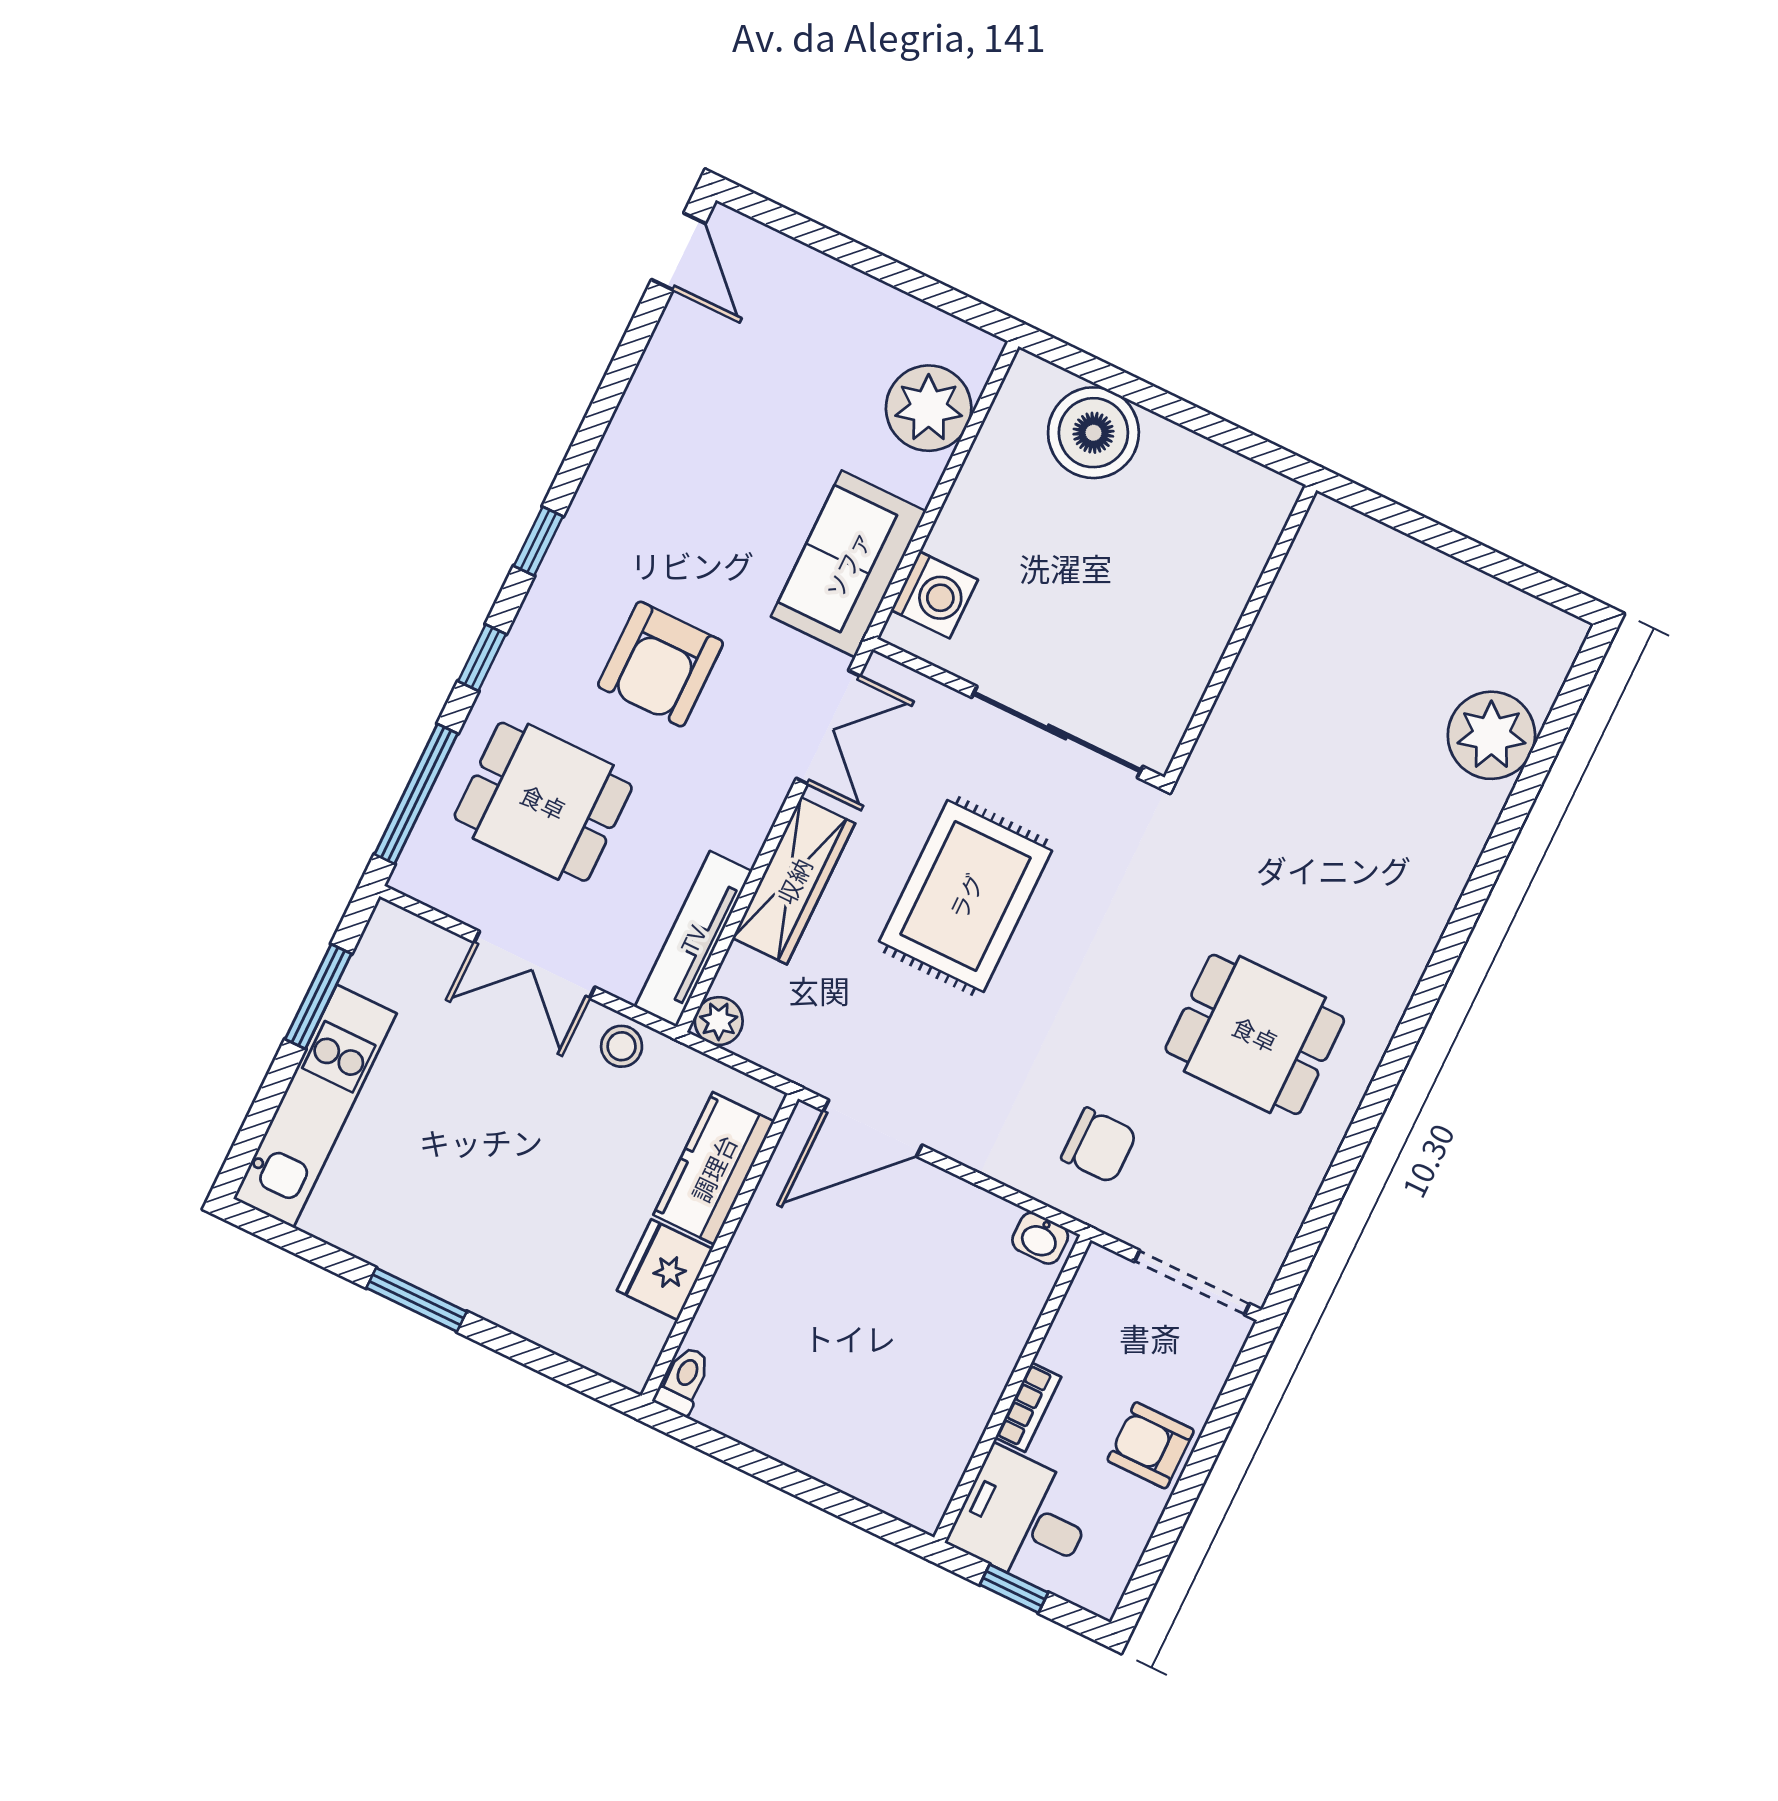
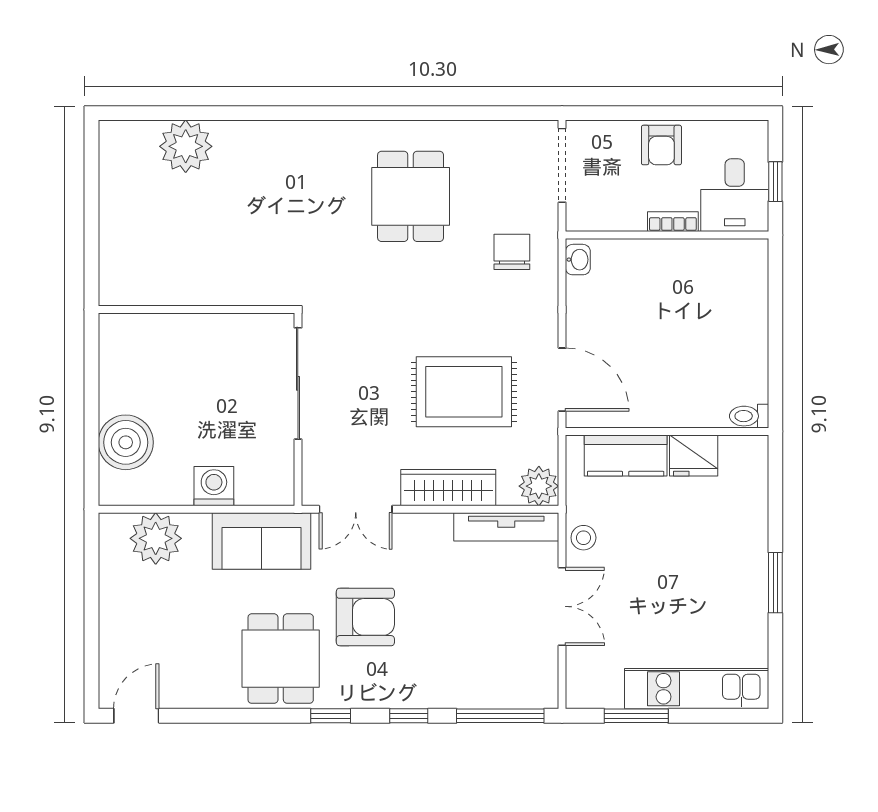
washing machine: (934, 595) -> (214, 486), moved
double door: (828, 727) -> (356, 509), swing flipped
dining table: (543, 802) -> (281, 659), moved
rug: (966, 896) -> (464, 392), moved
plant: (719, 1021) -> (539, 486), width x1.38, depth x1.38

